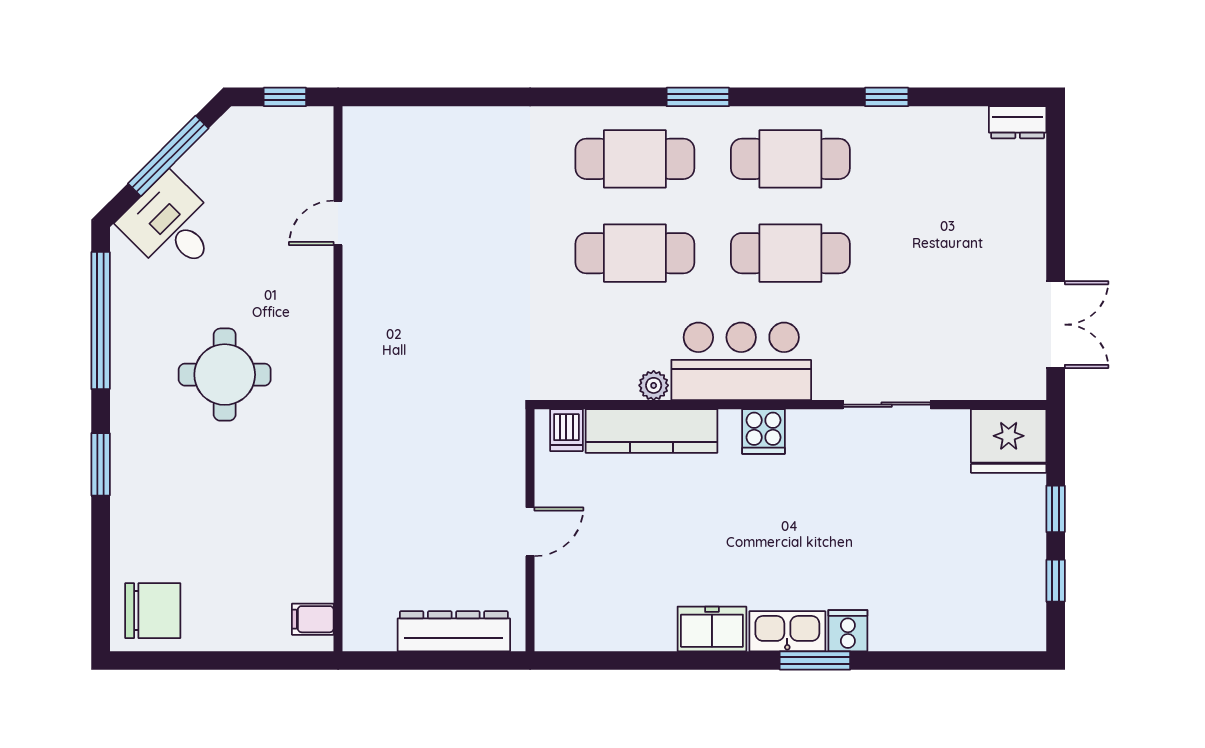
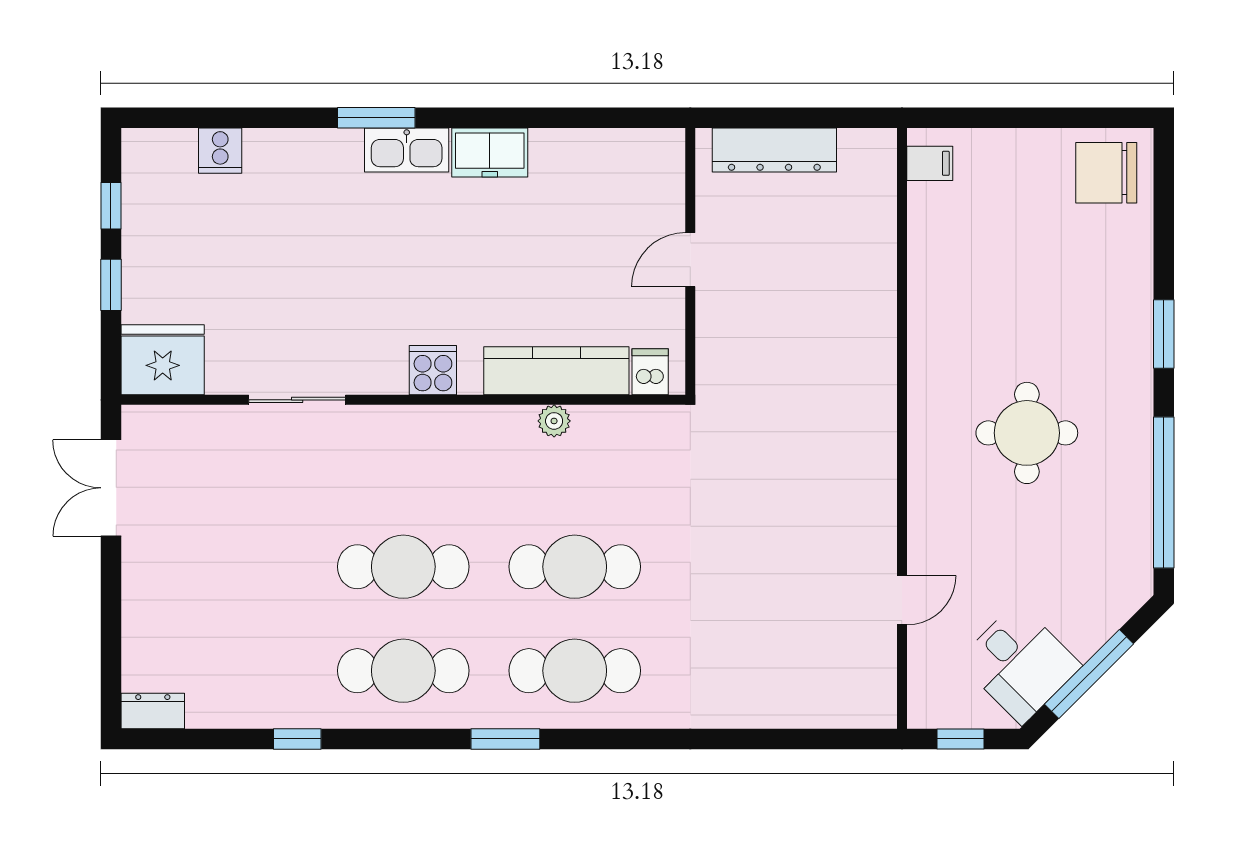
desk: (171, 226) -> (1020, 663), moved
bar counter: (741, 361) -> (458, 448), removed
cooker: (848, 631) -> (220, 151), moved

